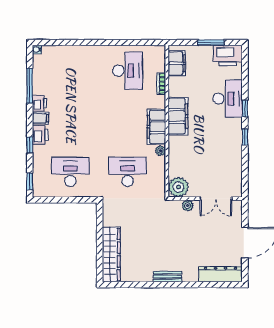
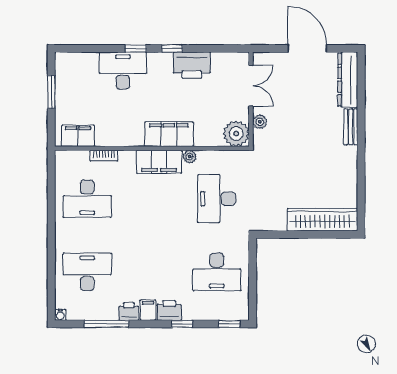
printer: (228, 56) -> (192, 65), moved, turned 90
desk: (70, 71) -> (87, 272), added
desk: (128, 71) -> (87, 199), turned 180
filing cabinet: (178, 116) -> (169, 134), moved
desk: (70, 172) -> (217, 272), turned -90
bench: (167, 277) -> (351, 127), moved

